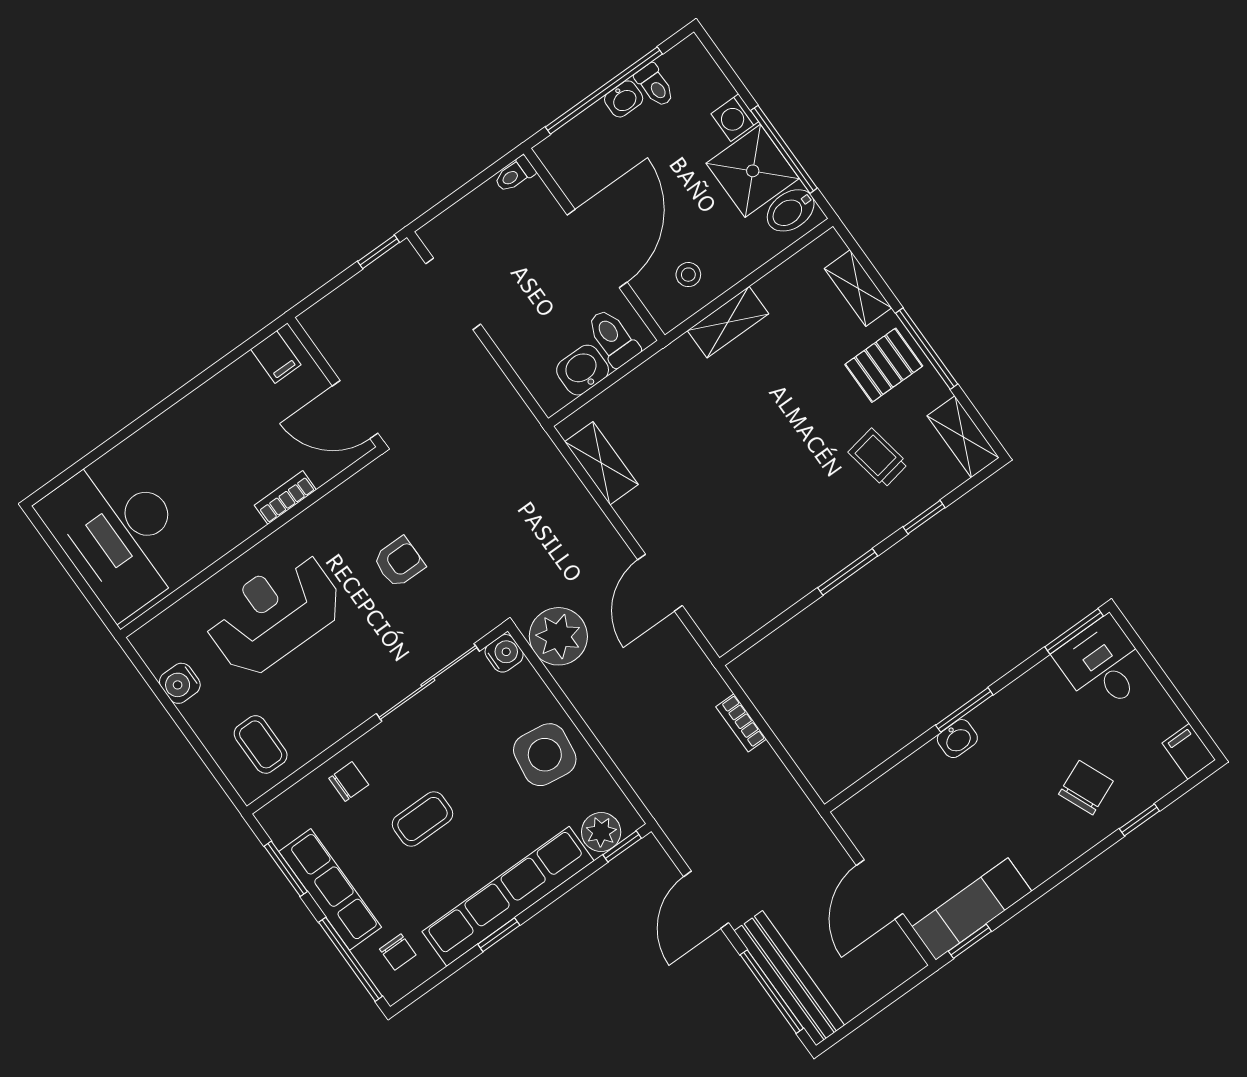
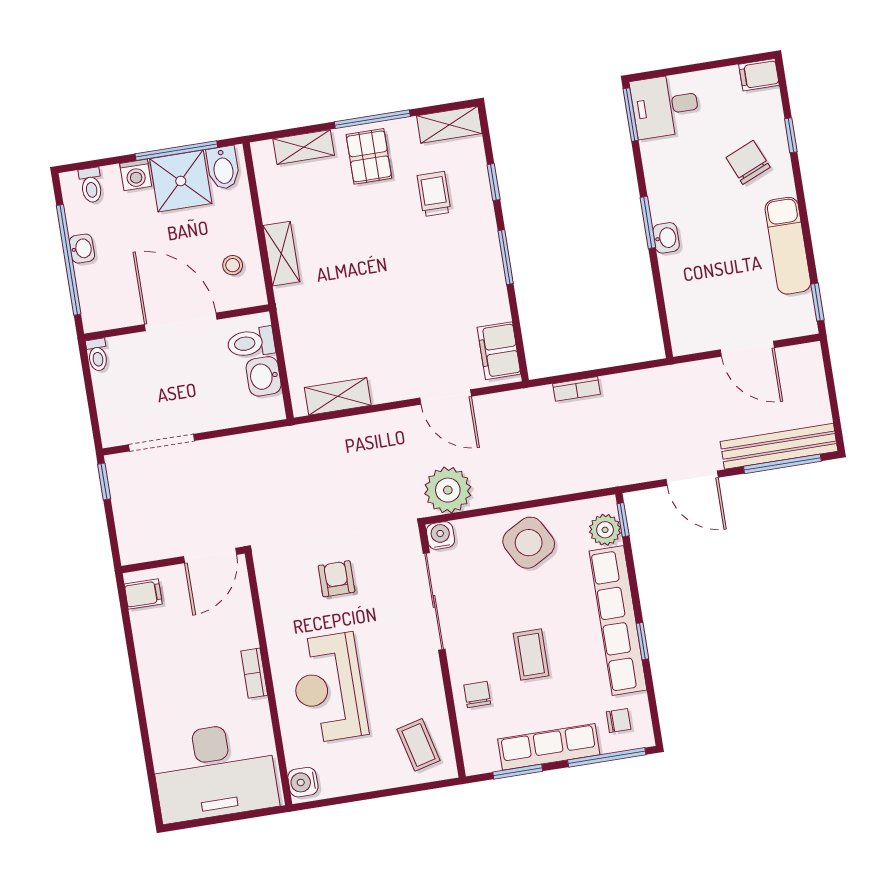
toilet: (655, 85) -> (91, 185), moved, turned 90
trolley: (878, 458) -> (434, 194), turned 100
bookcase: (285, 497) -> (254, 673), moved
filing cabinet: (741, 616) -> (499, 351), added
water cooler: (180, 683) -> (303, 782), moved, turned 90
coffee table: (261, 744) -> (419, 745), turned 76
side table: (545, 755) -> (529, 543), turned -37
exam couch: (972, 909) -> (788, 246), moved

